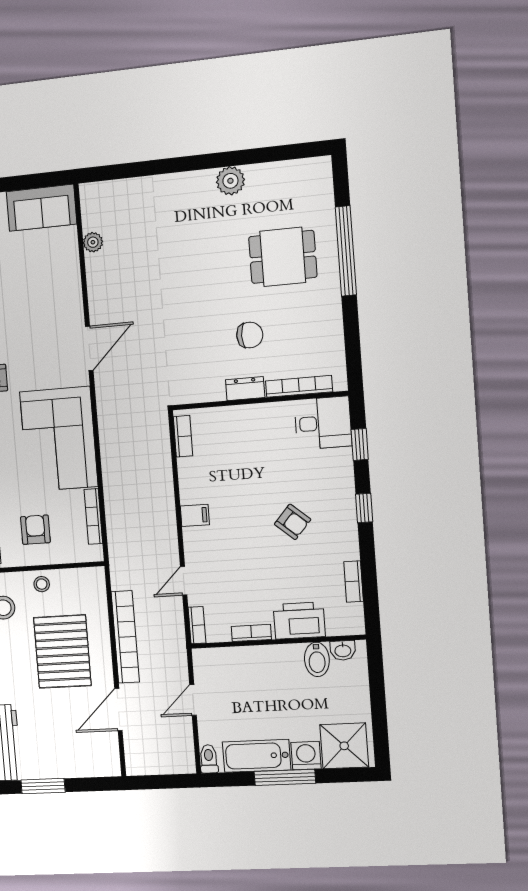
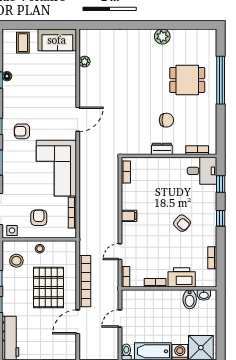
bookcase: (299, 386) -> (197, 150), width x0.64

